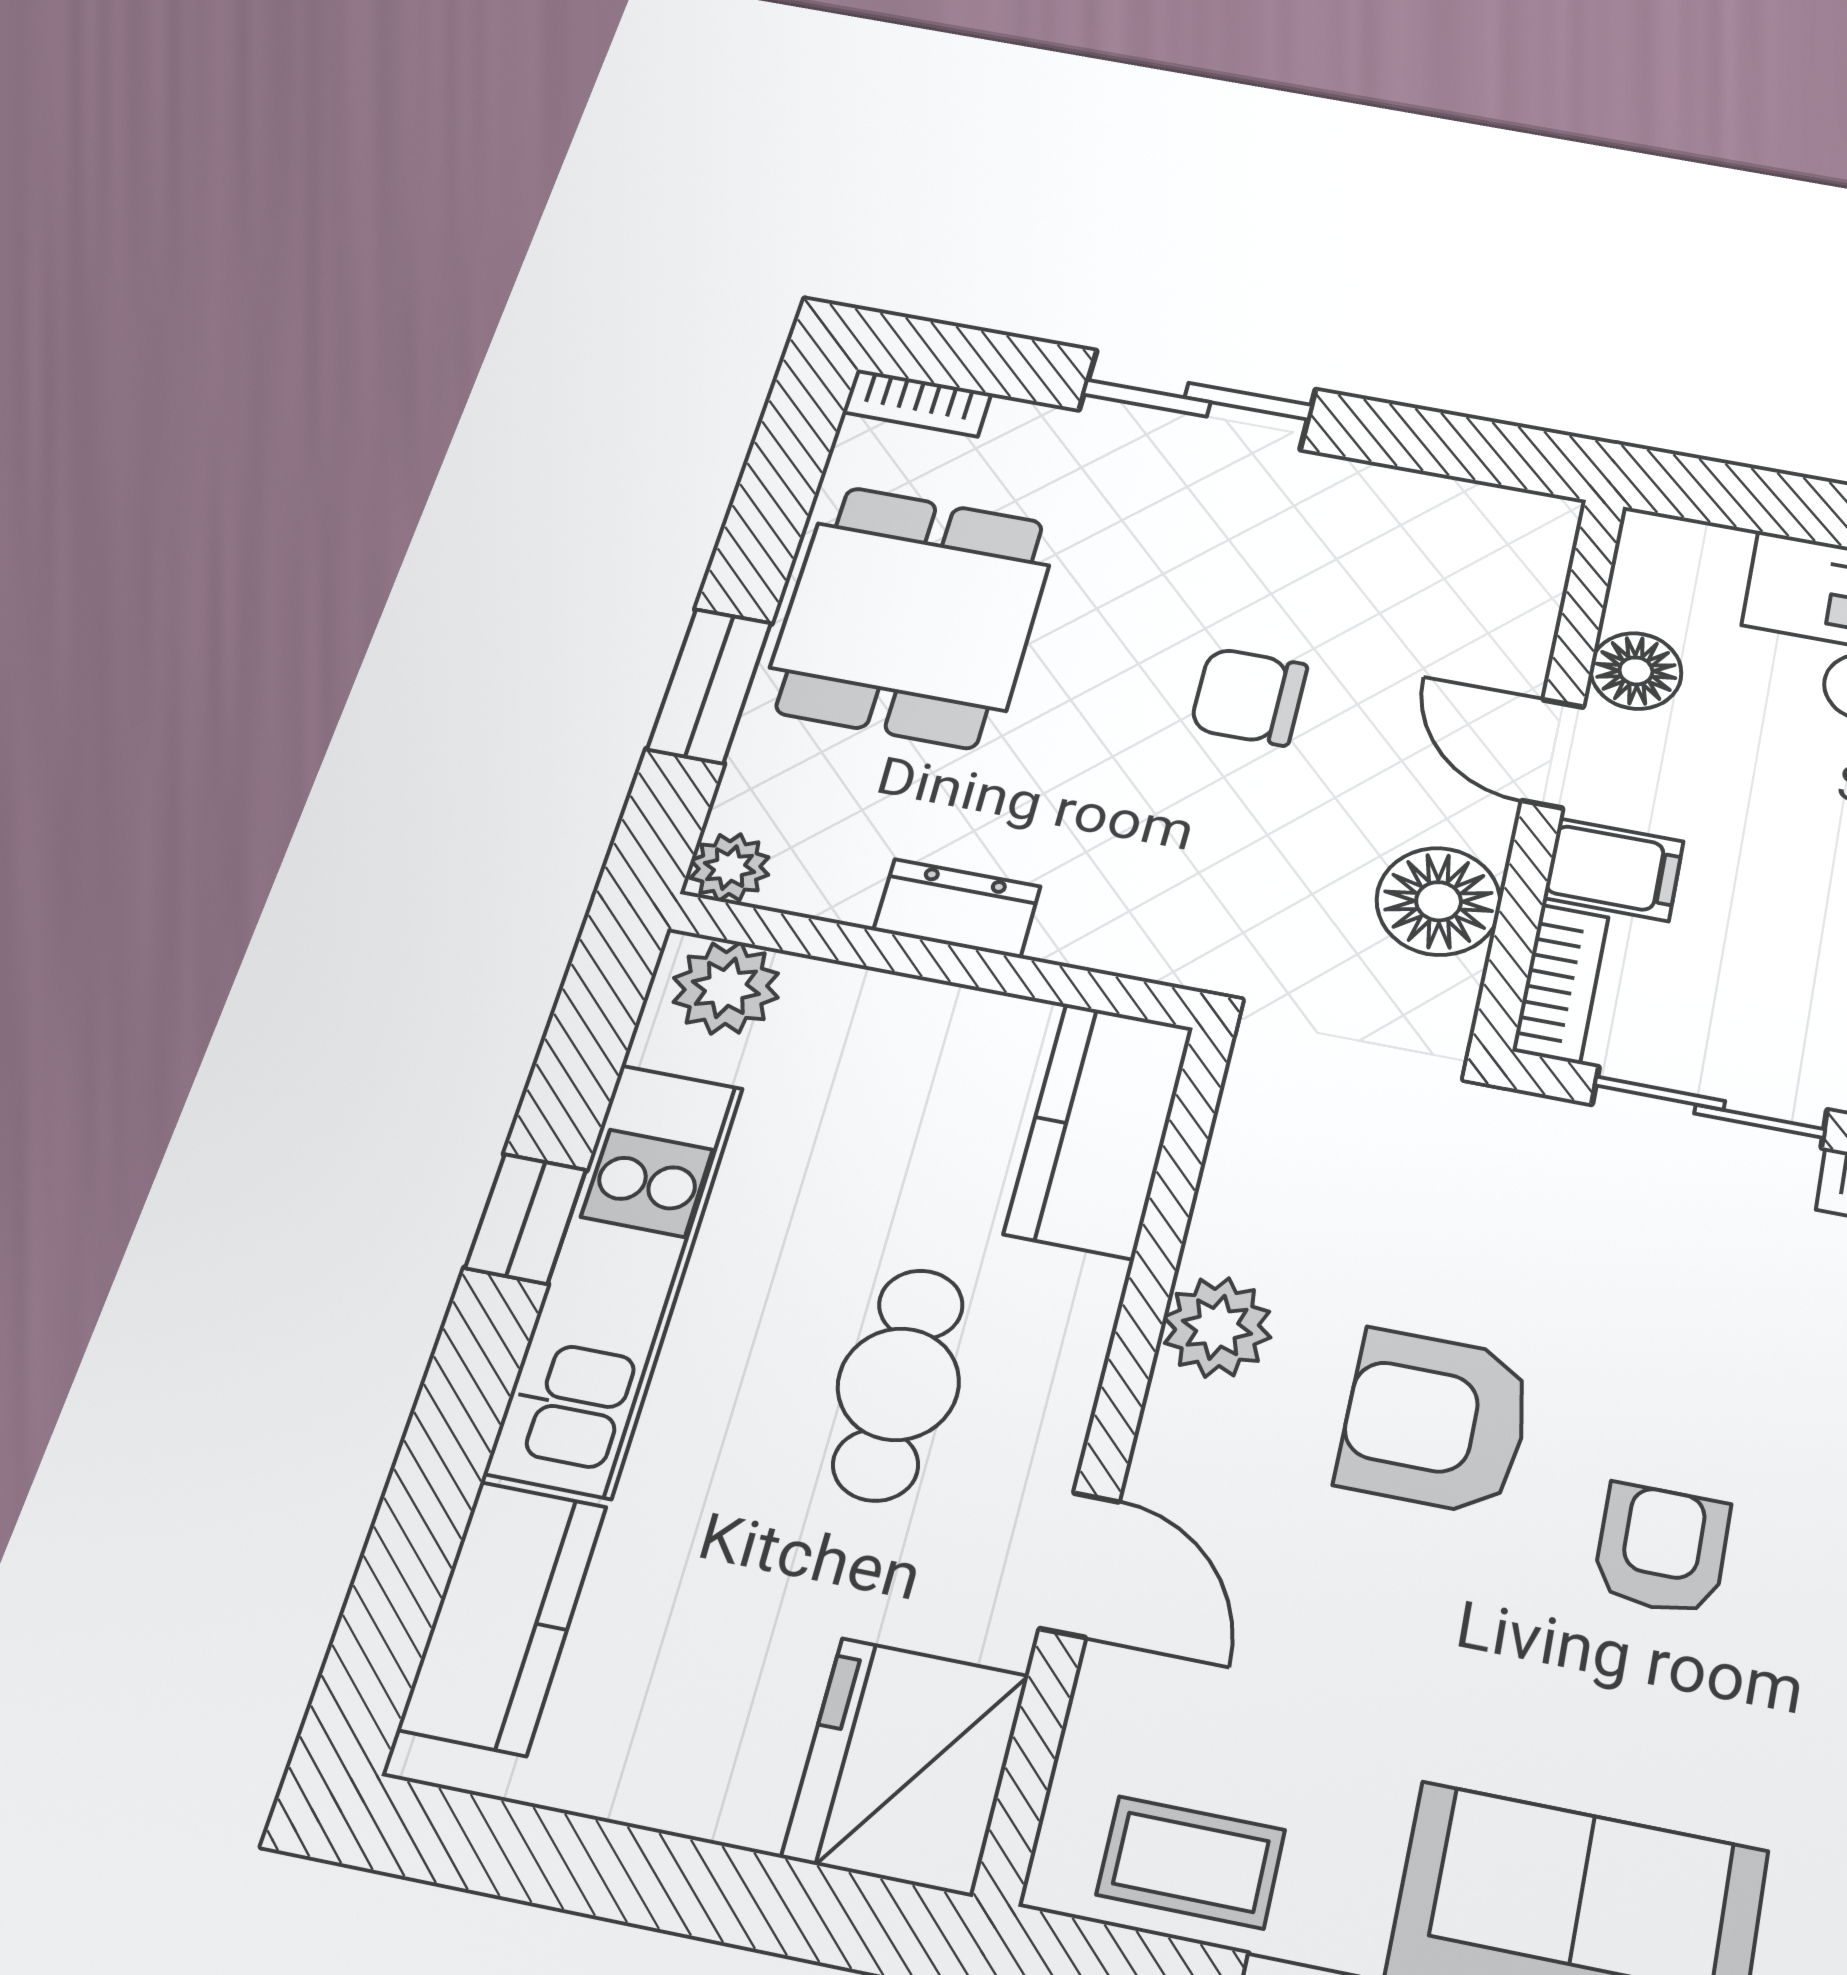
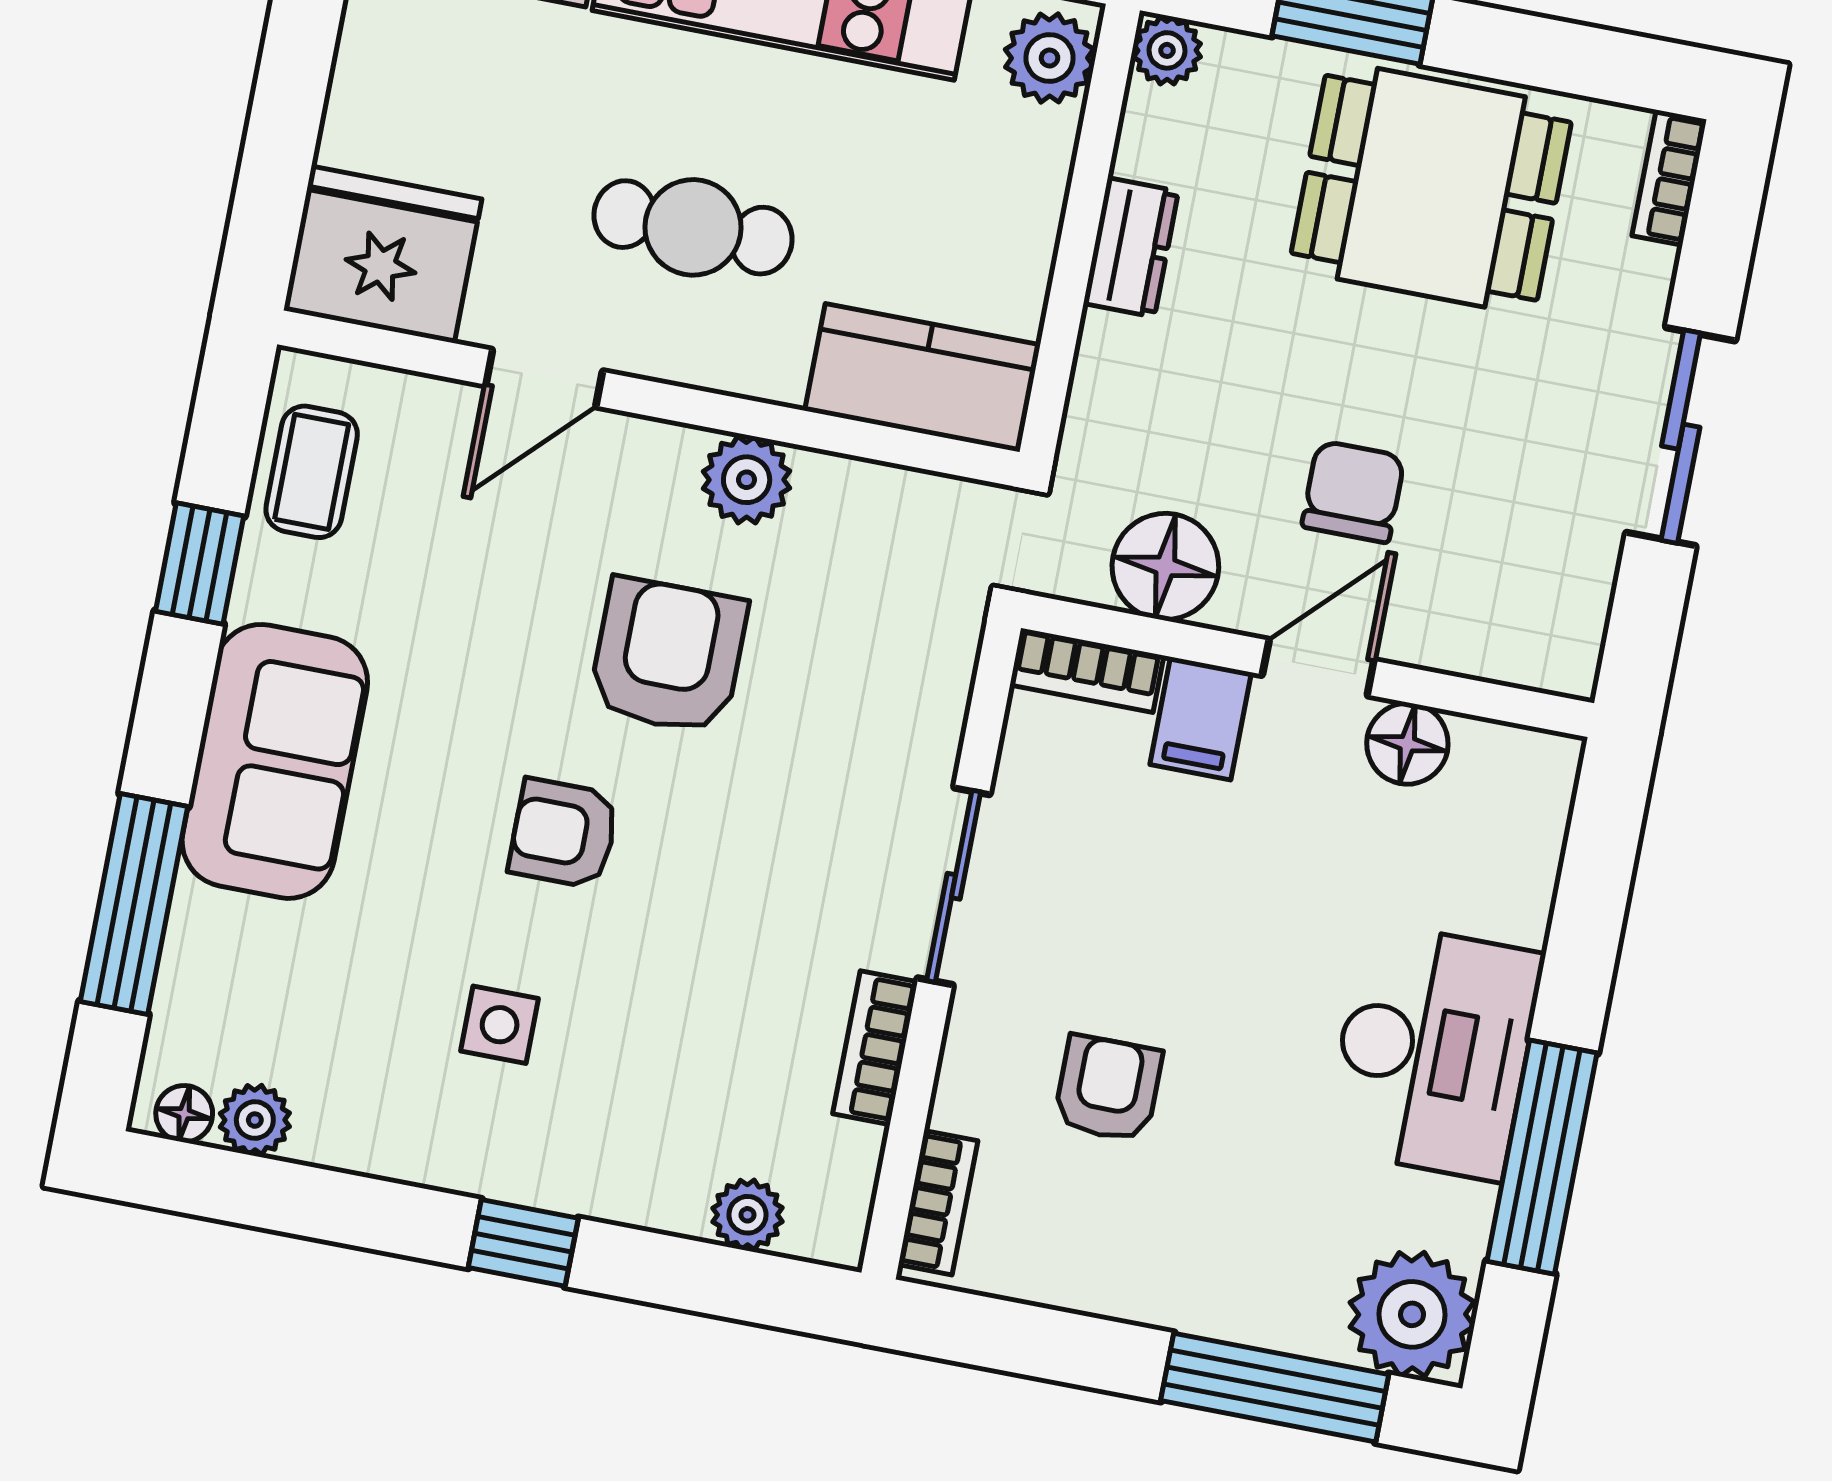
floor lamp: (1636, 671) -> (1407, 744), moved
door: (1553, 754) -> (1318, 668), moved
wall: (1551, 764) -> (1308, 666), moved
filing cabinet: (1614, 870) -> (1201, 718), moved
floor lamp: (1439, 901) -> (1165, 566), moved
bookcase: (1561, 984) -> (1087, 670), moved
armchair: (1662, 1549) -> (564, 834), turned 180

